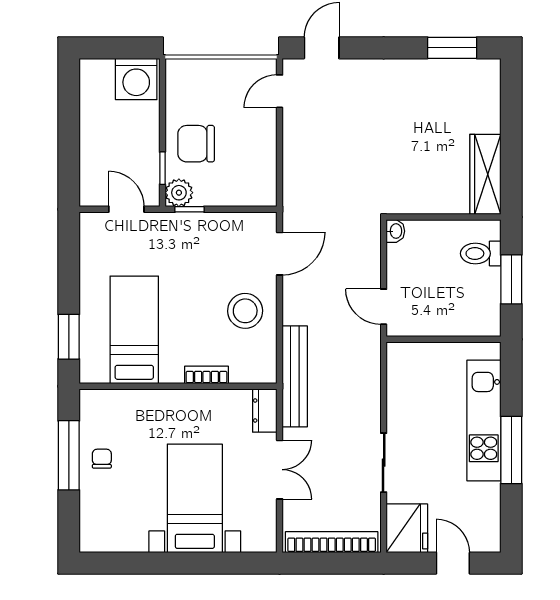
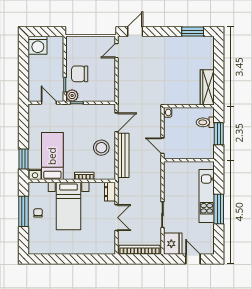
washing machine: (136, 79) -> (38, 45), moved
nightstand: (95, 372) -> (35, 174), added
bench: (295, 376) -> (123, 155), moved
bed with nightstands: (195, 498) -> (69, 206), moved, turned 180

